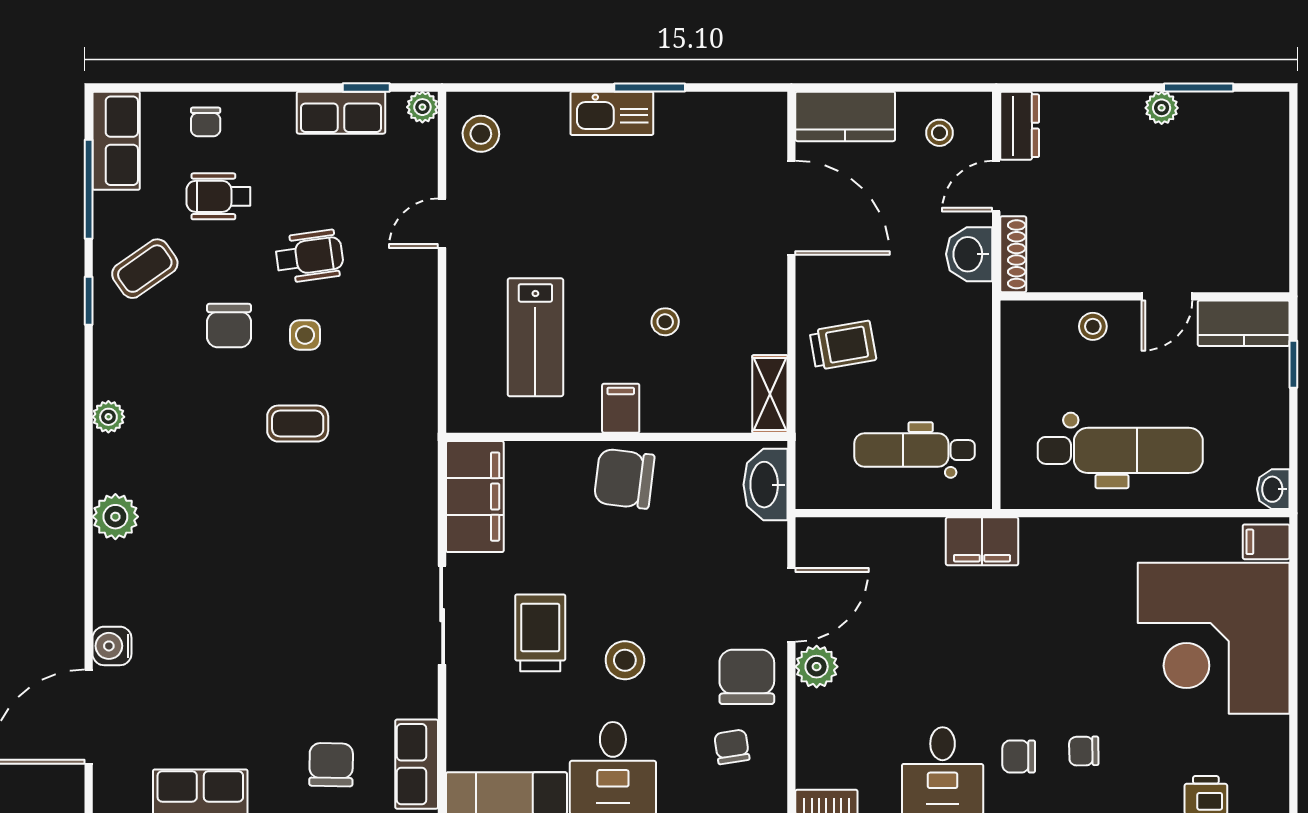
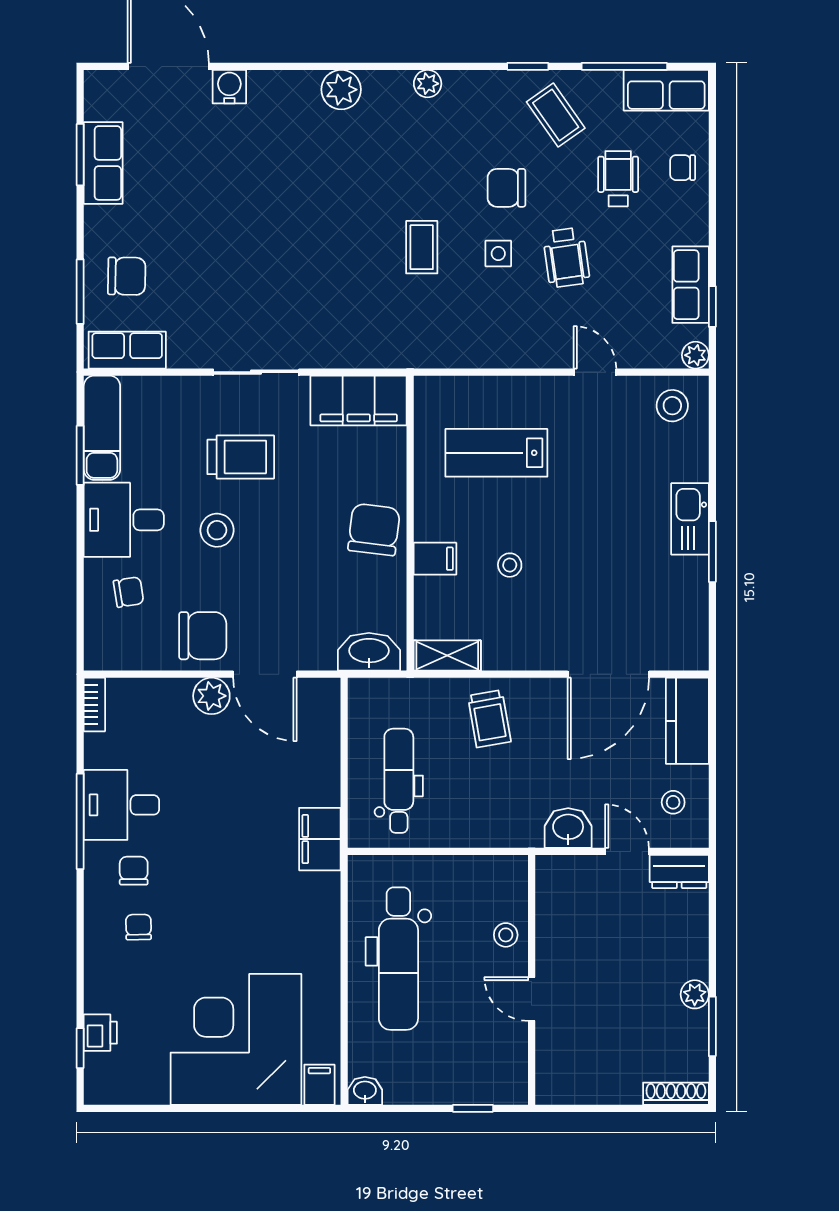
shoe rack: (1013, 254) -> (676, 1094), moved, turned 180
kitchen counter: (1244, 323) -> (508, 1065), removed
filing cabinet: (621, 408) -> (435, 559), moved
chair: (732, 747) -> (129, 592), moved

